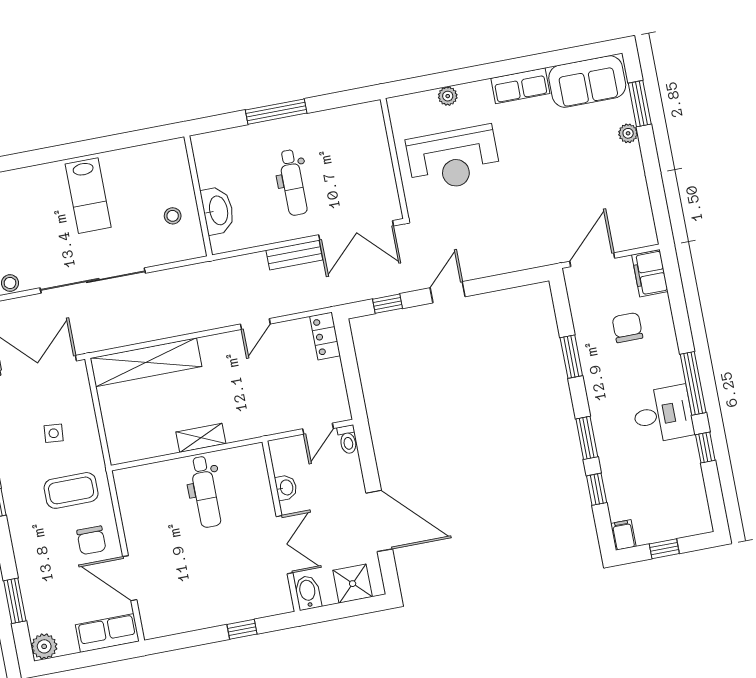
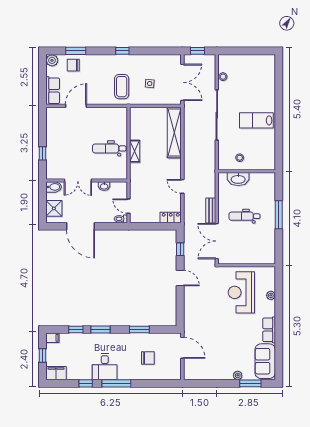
filing cabinet: (650, 273) -> (56, 373), moved
door: (379, 521) -> (80, 226), hinge flipped
chair: (91, 540) -> (73, 65), moved

